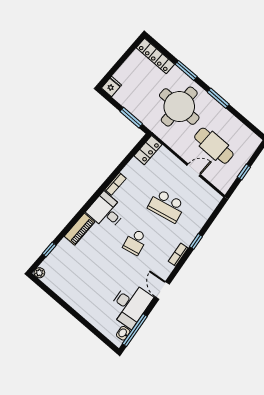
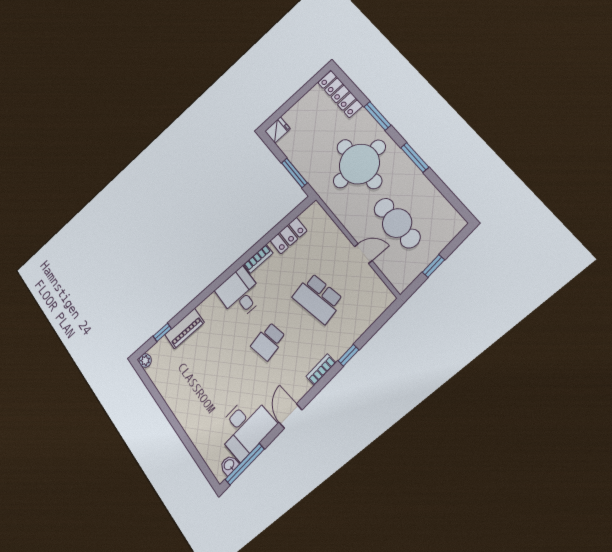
locker: (148, 150) -> (289, 236), moved
piano: (79, 229) -> (184, 328), moved

